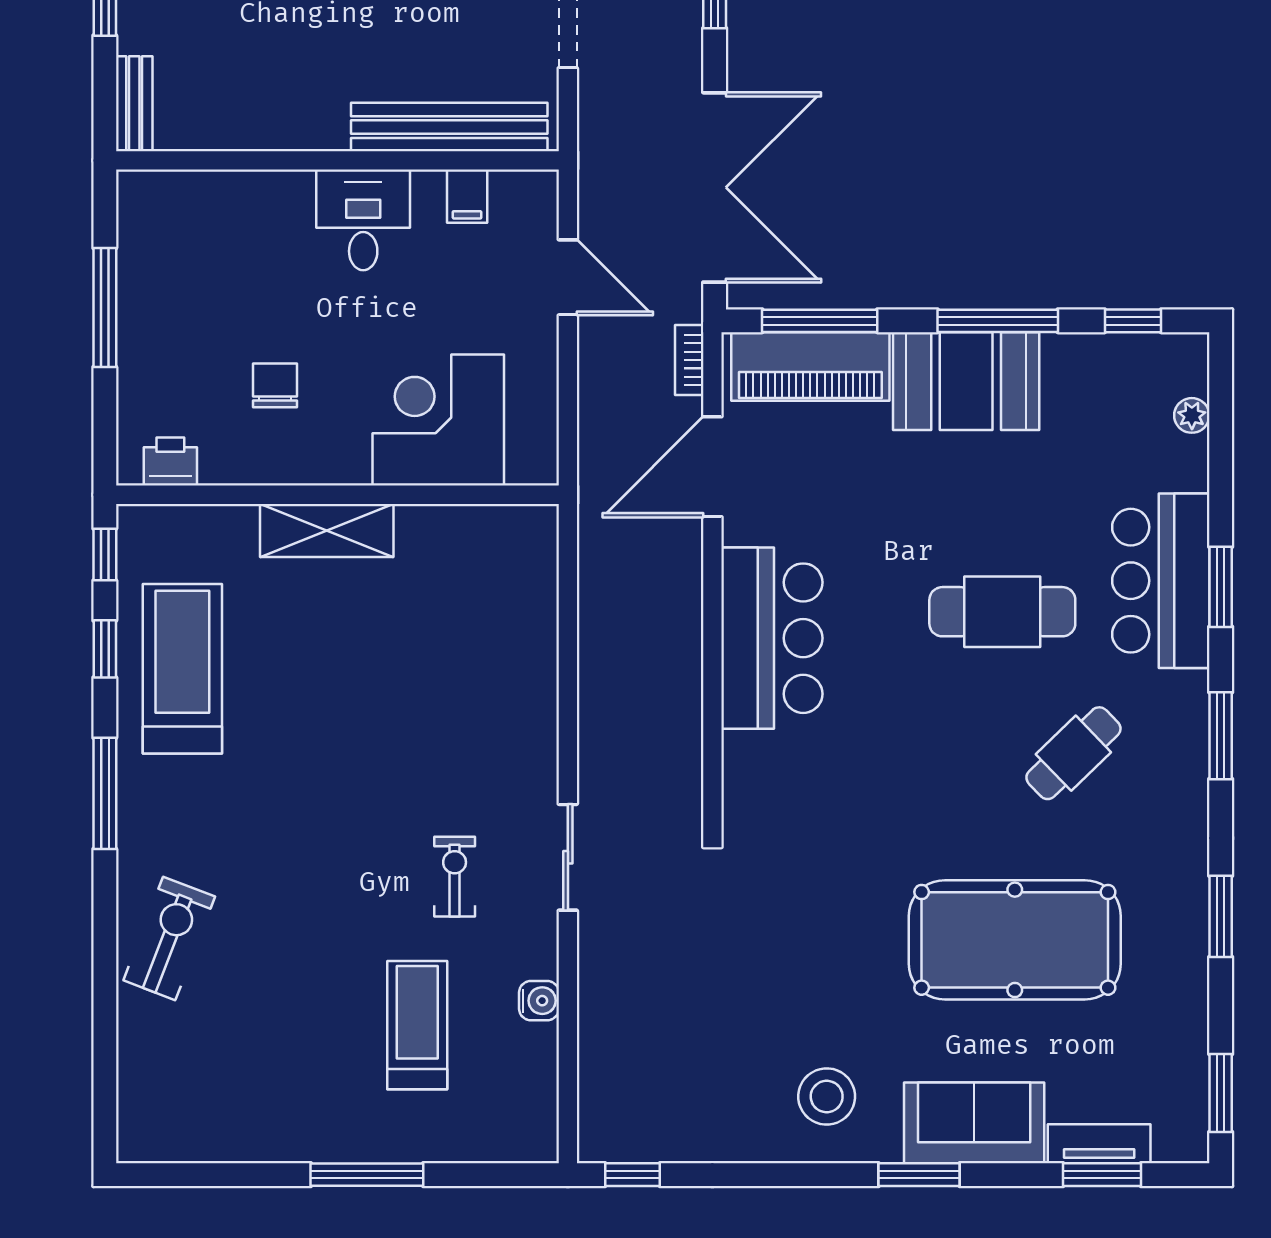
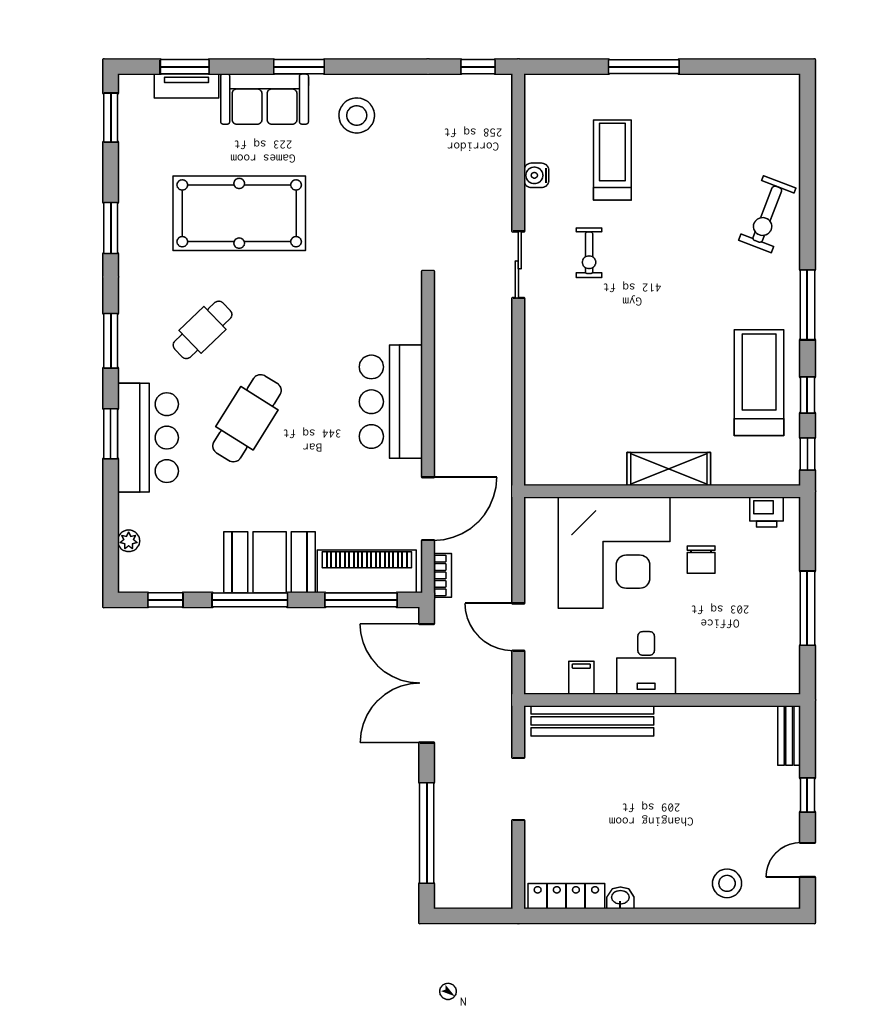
corner desk: (438, 420) -> (614, 553), width x1.36, depth x1.36
cafe table: (1002, 612) -> (247, 418), turned -58
treadmill: (182, 669) -> (759, 383), turned 180
treadmill: (417, 1025) -> (612, 160), turned 180

